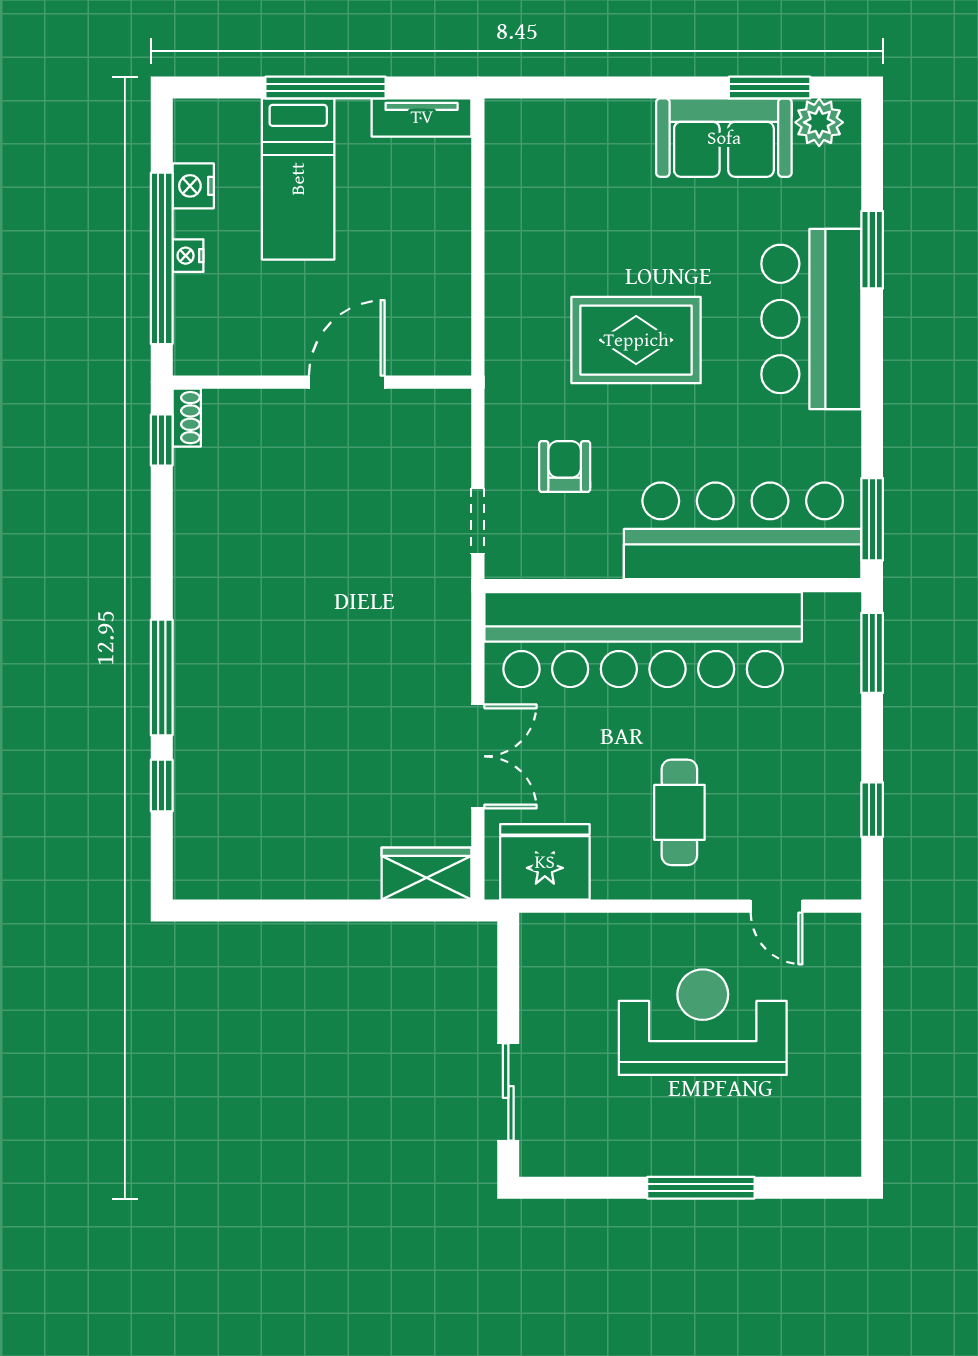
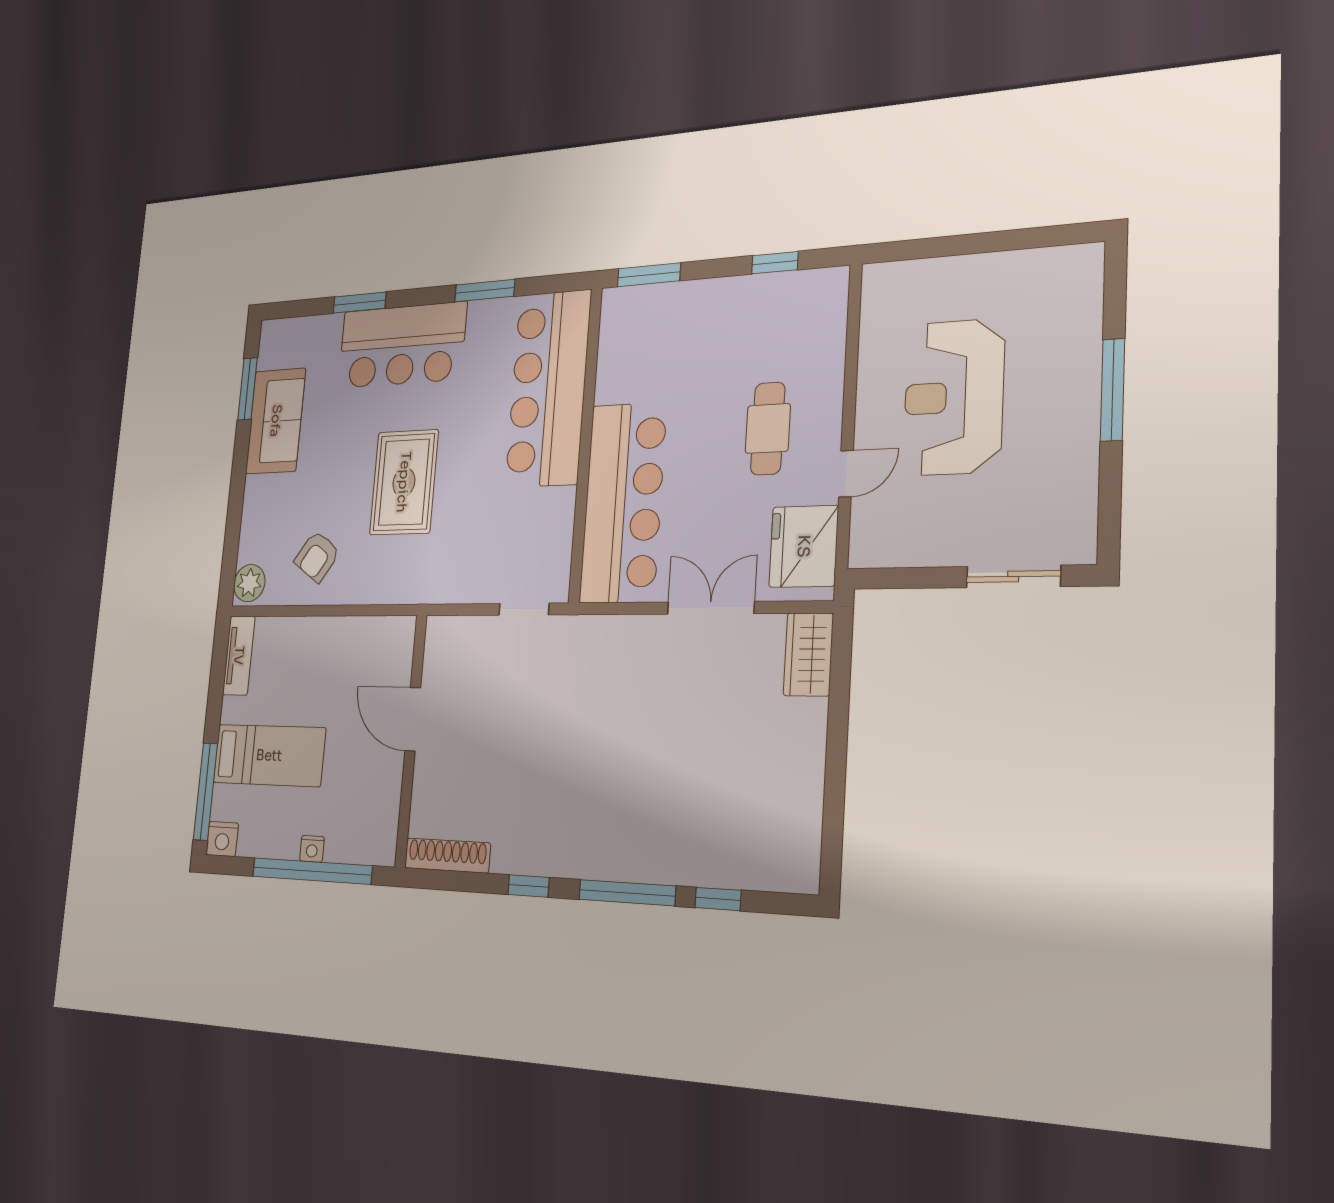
window: (326, 88) -> (205, 792), moved
plant: (819, 122) -> (249, 583), moved
nightstand: (193, 186) -> (222, 839), moved
shoe rack: (187, 418) -> (447, 856), width x1.94, depth x1.24
window: (162, 440) -> (529, 886), moved
armchair: (565, 466) -> (317, 556), moved, turned -55
window: (872, 519) -> (485, 291), moved
bar counter: (643, 640) -> (623, 503), width x0.73
cafe table: (679, 812) -> (768, 428), turned 90
door: (777, 906) -> (846, 474), moved

